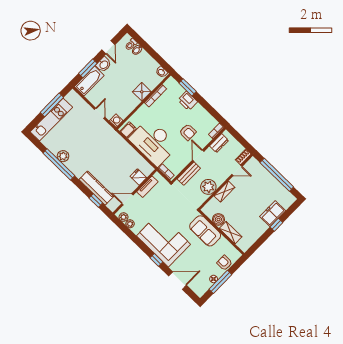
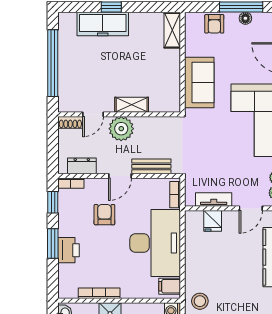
window: (188, 87) -> (53, 243), moved
window: (215, 115) -> (53, 202), added
stool: (108, 137) -> (200, 301), added
door: (237, 170) -> (93, 114), swing flipped
plant: (208, 187) -> (121, 129), moved
door: (127, 199) -> (251, 208), hinge flipped
freezer: (273, 214) -> (103, 24), width x1.40
boiler: (218, 219) -> (171, 80), removed
shelving: (231, 233) -> (172, 30), moved

